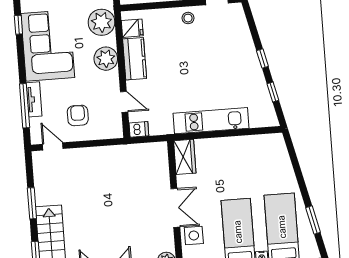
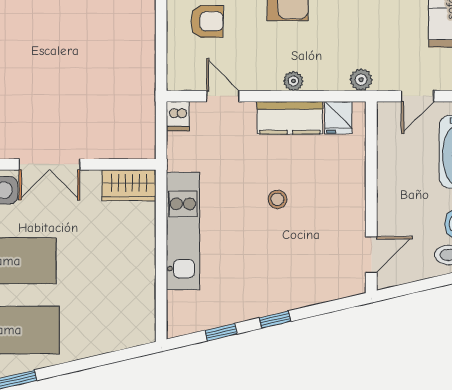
stool: (188, 18) -> (277, 199), moved
plant: (102, 22) -> (361, 80), width x0.53, depth x0.53
plant: (106, 59) -> (293, 81), width x0.53, depth x0.53
door: (124, 102) -> (223, 96), swing flipped

